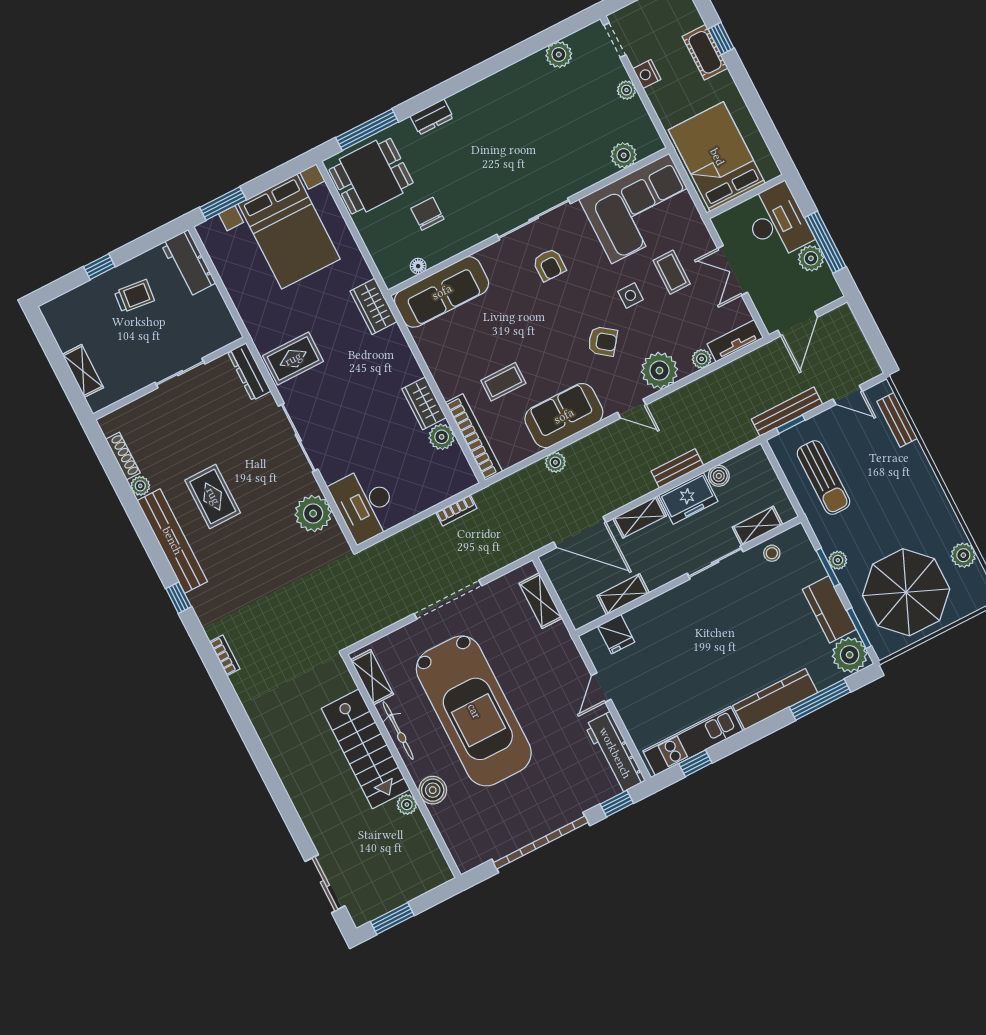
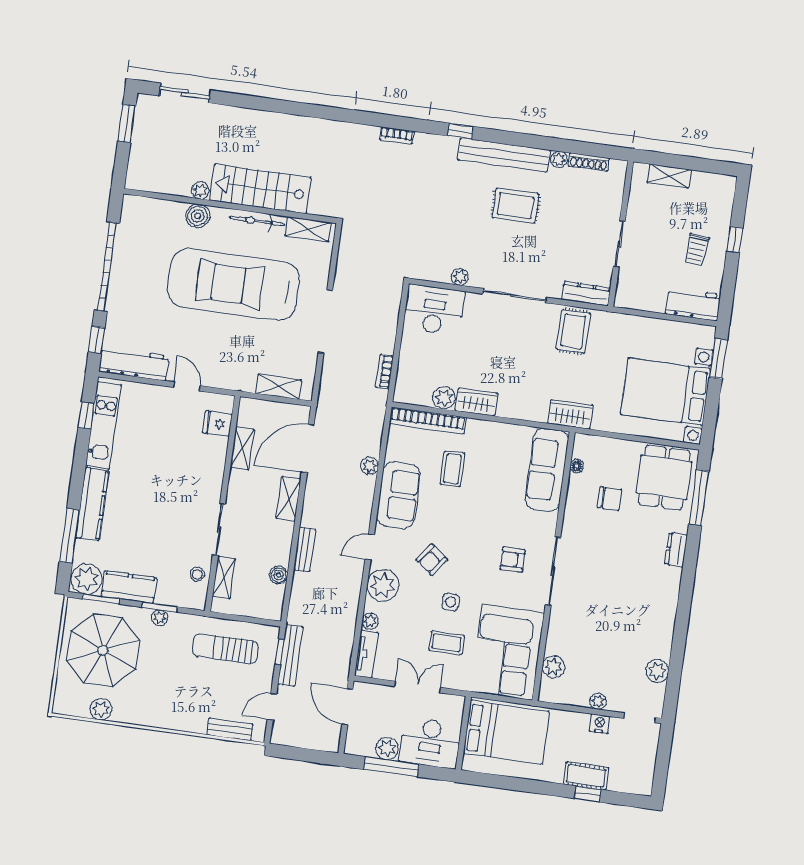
freezer: (688, 498) -> (278, 542), removed
plant: (313, 513) -> (460, 277), width x0.53, depth x0.53

